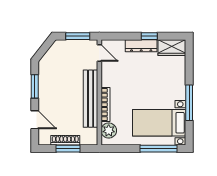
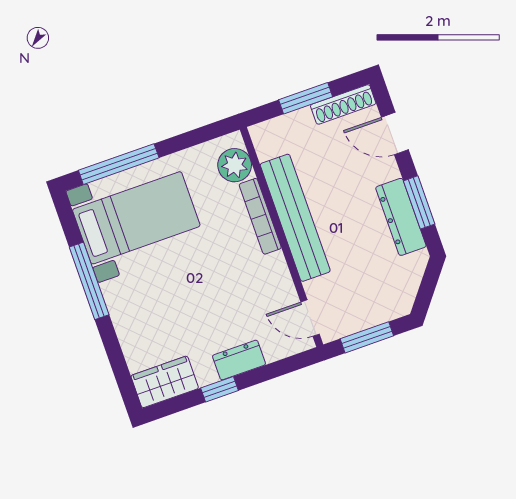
dresser: (141, 46) -> (239, 360), width x0.70
dresser: (45, 83) -> (401, 217), added
shoe rack: (65, 140) -> (343, 104), moved

